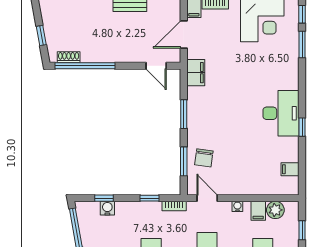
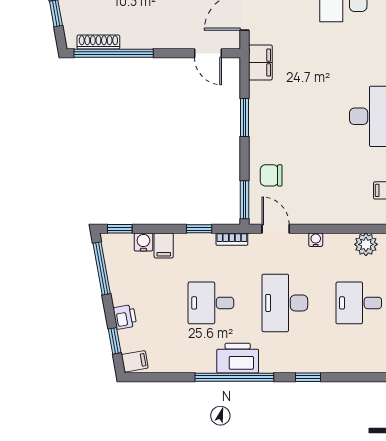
shoe rack: (69, 57) -> (98, 42), width x1.43
chair: (204, 158) -> (271, 175), turned 82
window: (184, 161) -> (244, 200), moved
window: (104, 198) -> (120, 229), moved
filing cabinet: (258, 211) -> (164, 245), moved

